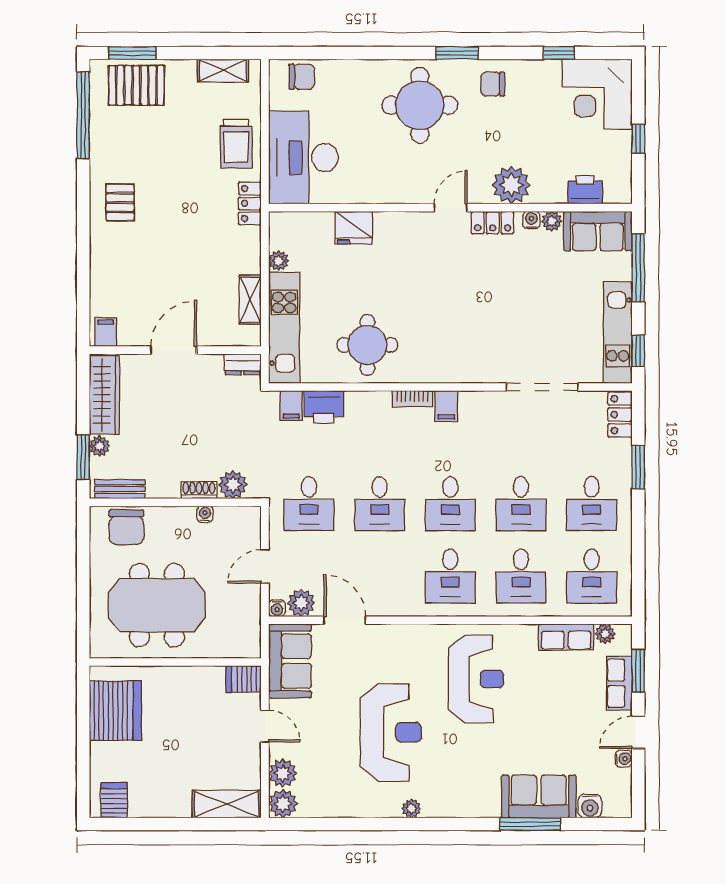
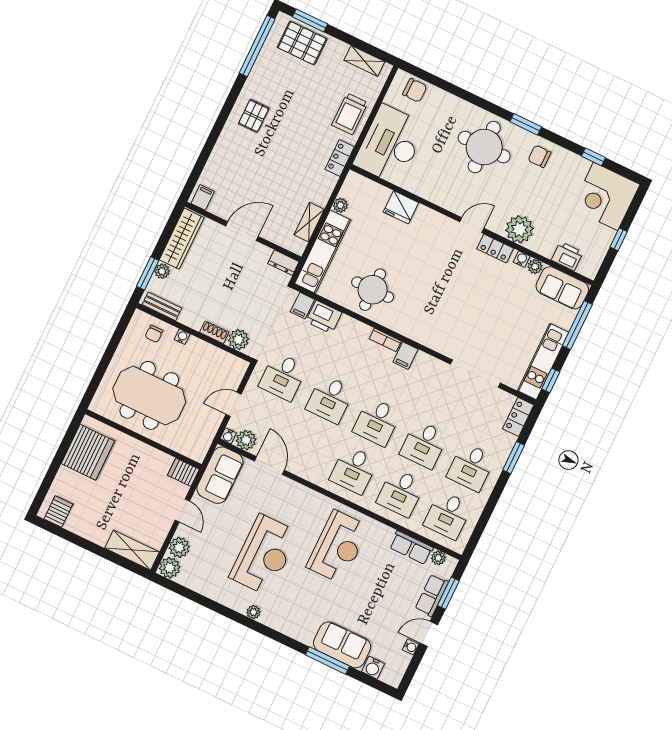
water cooler: (205, 514) -> (182, 337), moved
chair: (126, 527) -> (154, 334), width x0.54, depth x0.54

